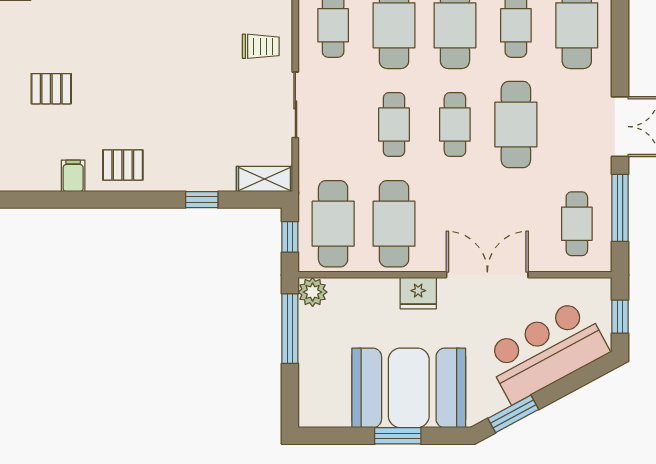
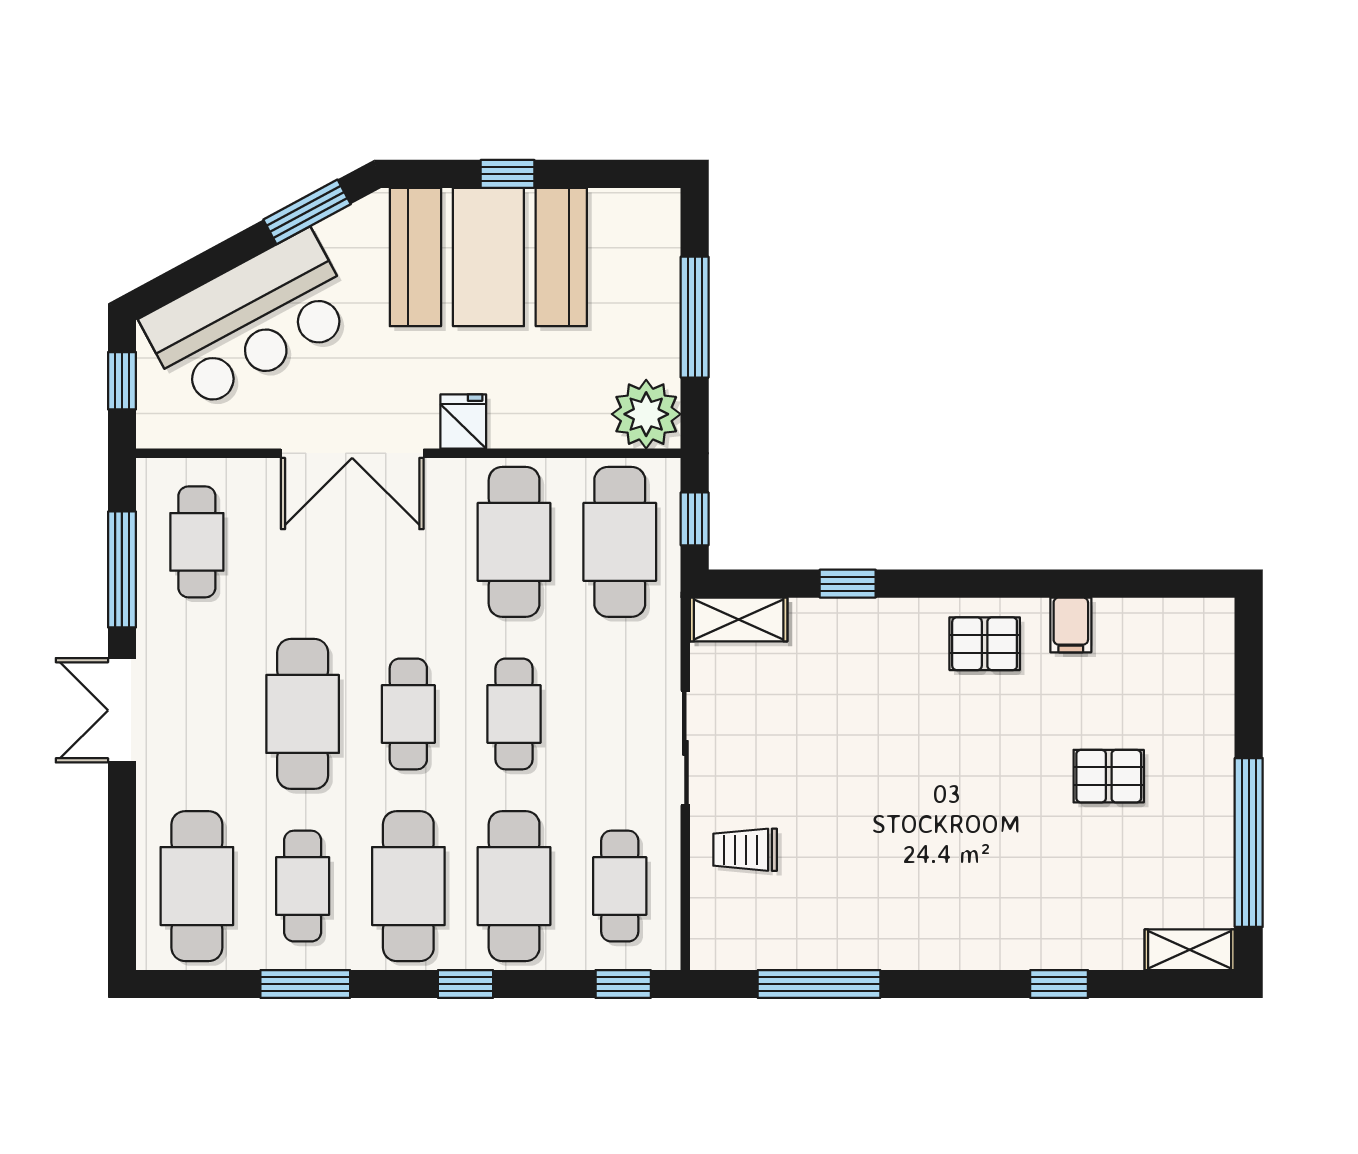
plant: (313, 292) -> (646, 414), width x1.36, depth x1.36
fridge: (418, 293) -> (463, 421), width x0.72
window: (290, 329) -> (695, 317), moved
window: (398, 436) -> (508, 174), width x0.67

